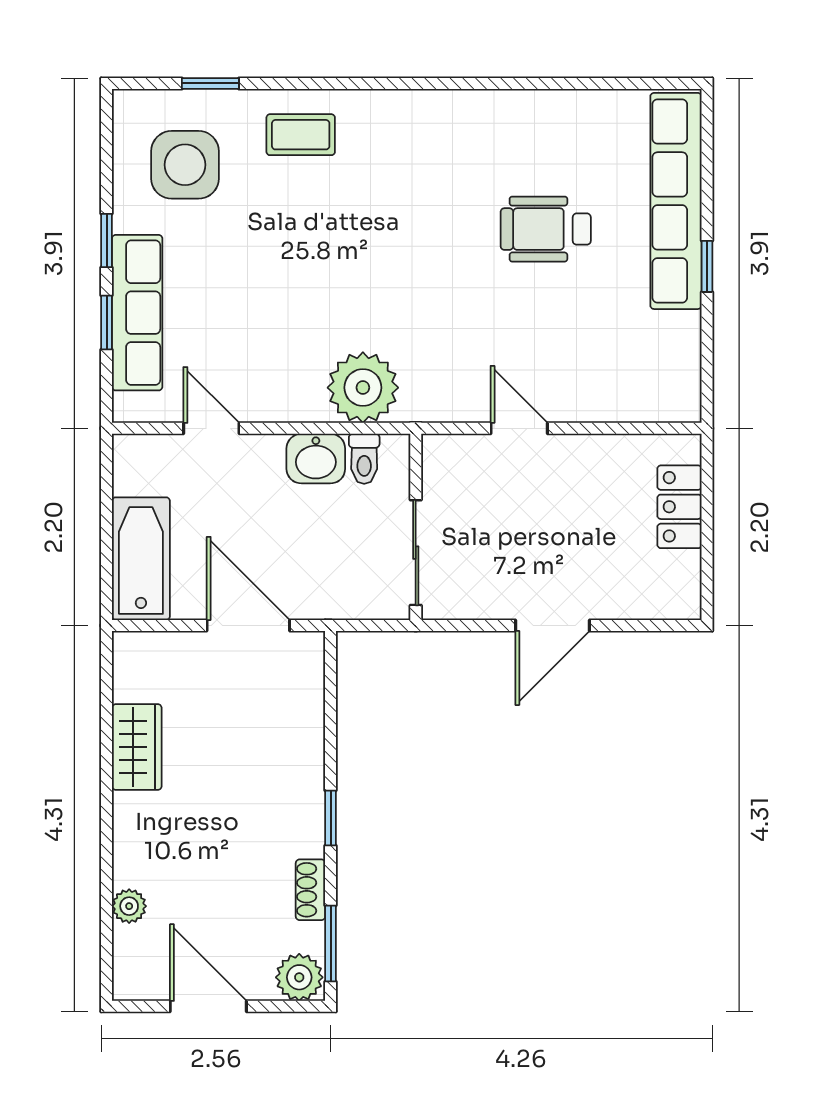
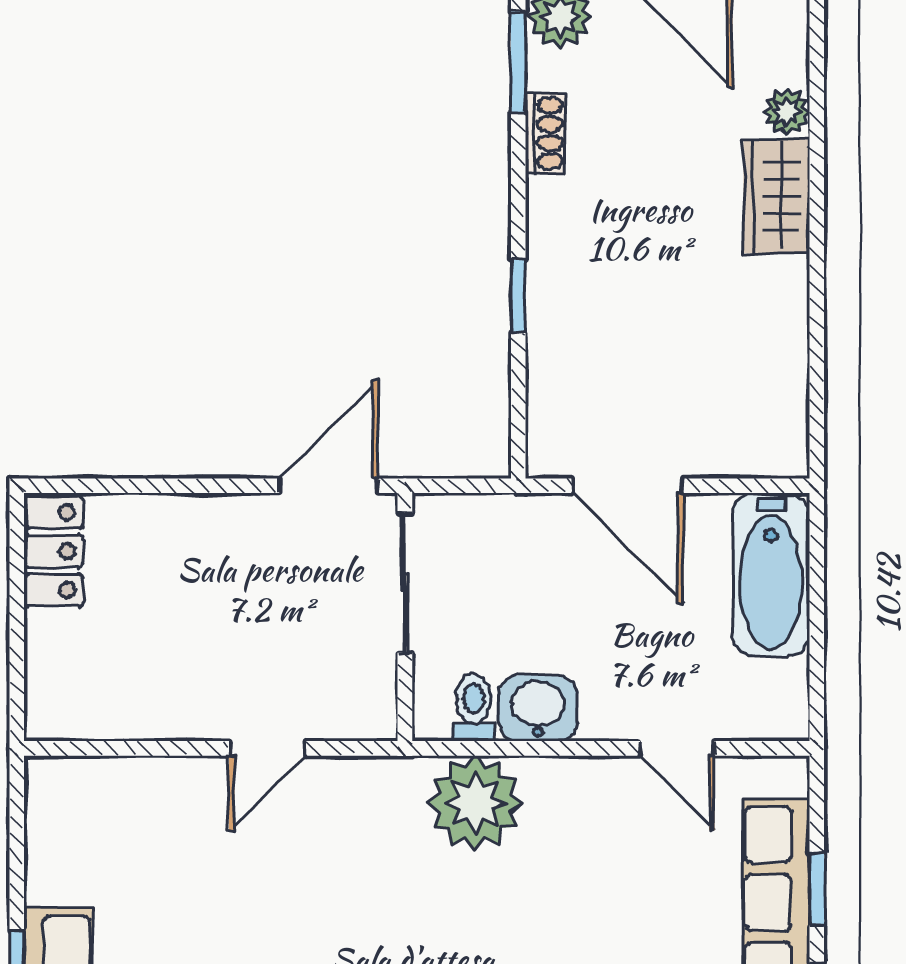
door: (519, 428) -> (267, 748), hinge flipped
locker: (679, 507) -> (53, 551), moved
door: (552, 625) -> (329, 486), moved
wardrobe: (137, 747) -> (777, 196), moved
window: (331, 818) -> (518, 296), moved

